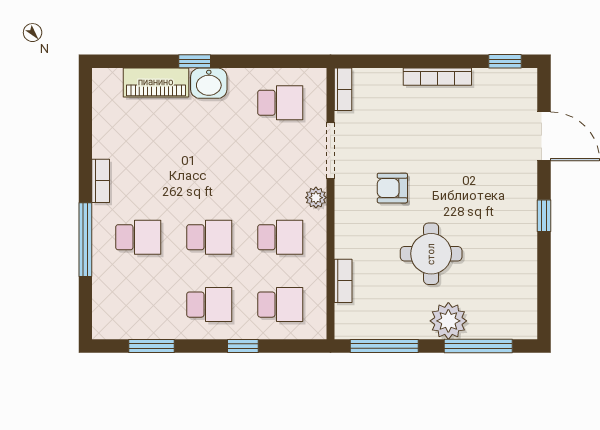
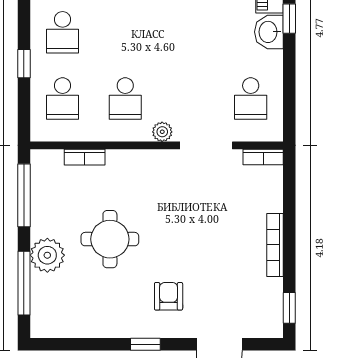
armchair: (392, 188) -> (169, 296), moved
school desk: (209, 237) -> (125, 32), removed

